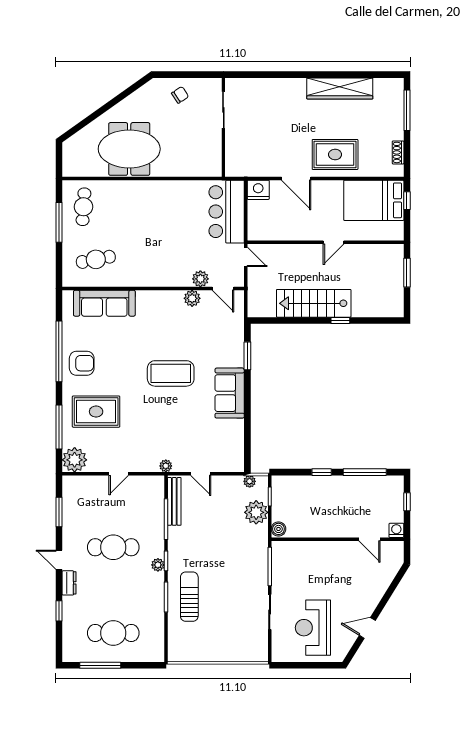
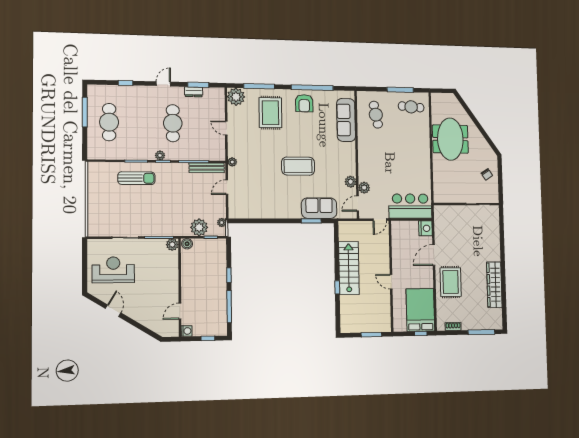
coffee table: (171, 373) -> (298, 166), turned 90
sofa: (230, 393) -> (319, 208), moved
plant: (279, 549) -> (172, 245), added
dresser: (69, 583) -> (194, 92), moved

